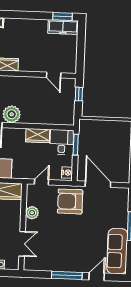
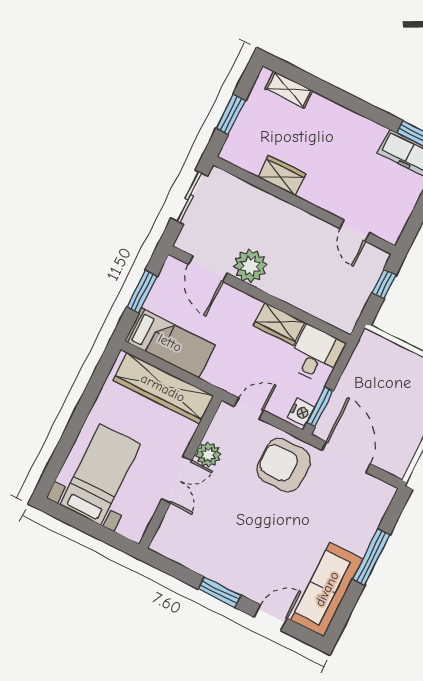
window: (76, 145) -> (320, 407), moved
double door: (22, 244) -> (177, 480), moved
window: (67, 275) -> (219, 592), width x0.69

